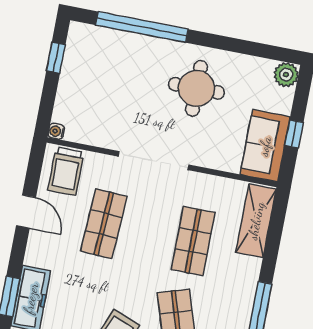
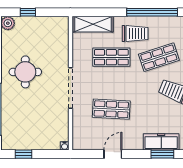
window: (294, 134) -> (28, 12), moved
sofa: (265, 146) -> (50, 27), removed
trolley: (66, 171) -> (135, 34), moved

